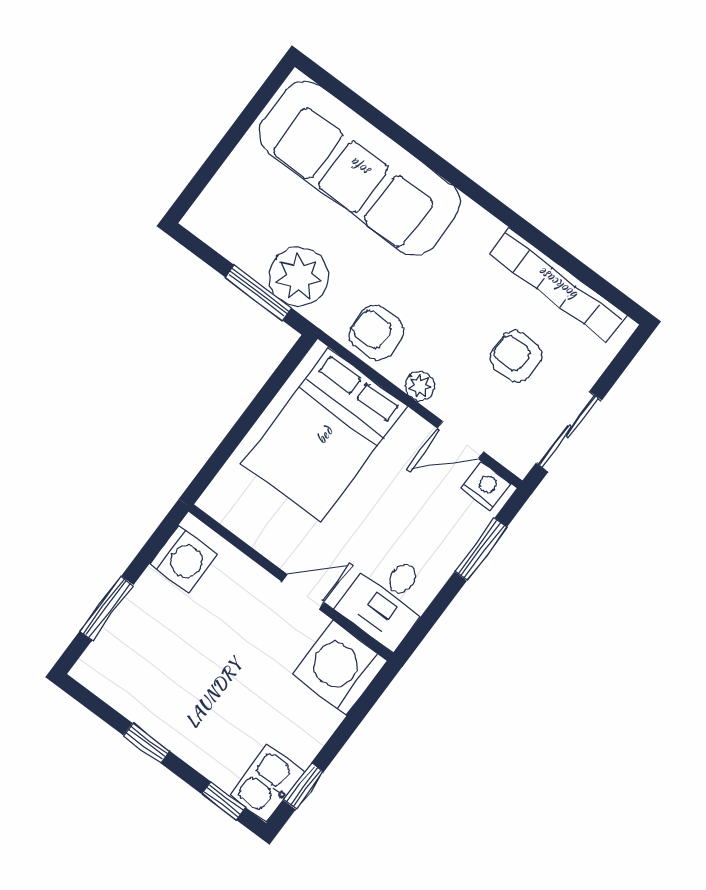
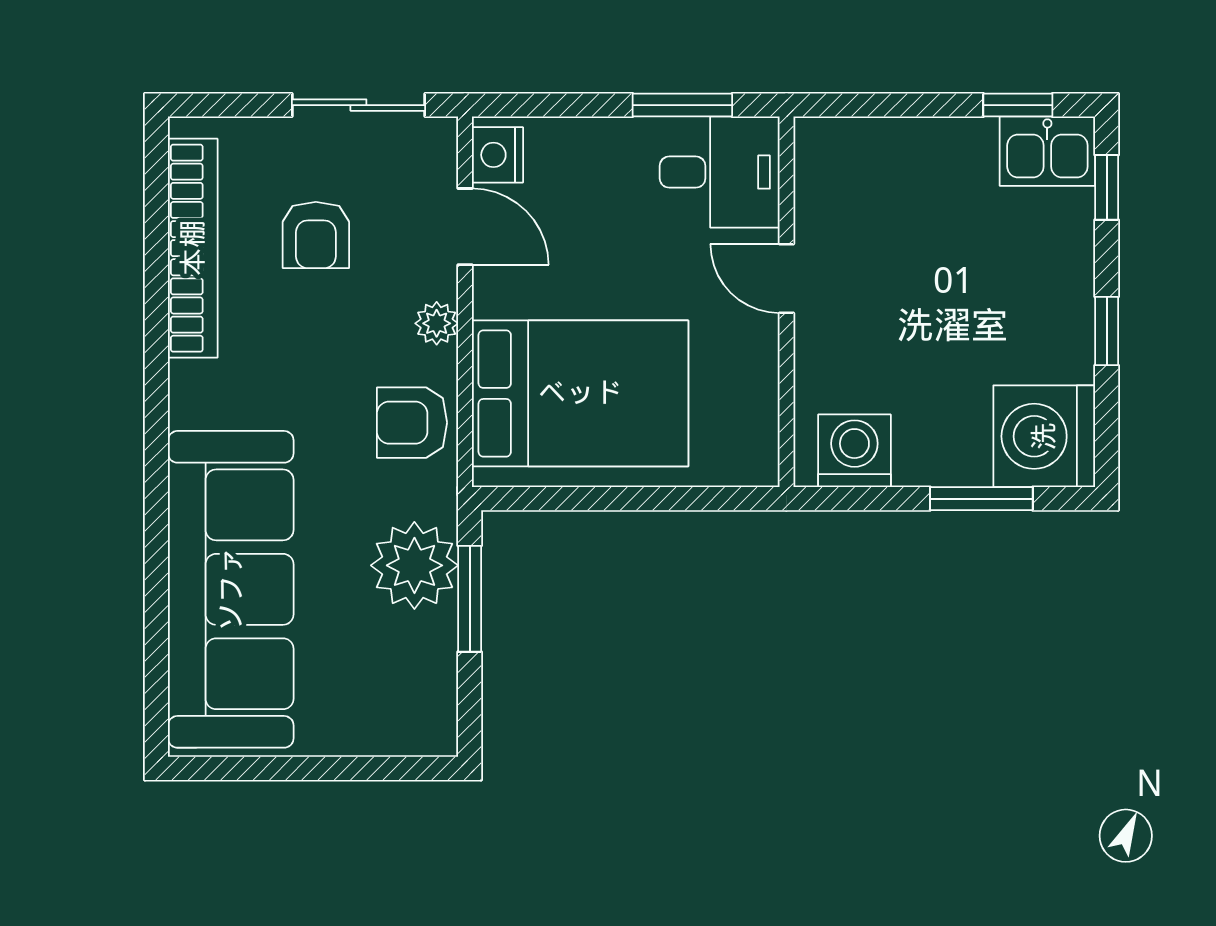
armchair: (376, 333) -> (412, 423), turned 90
window: (481, 549) -> (682, 105), moved
washing machine: (340, 668) -> (1044, 436), moved, turned 90

